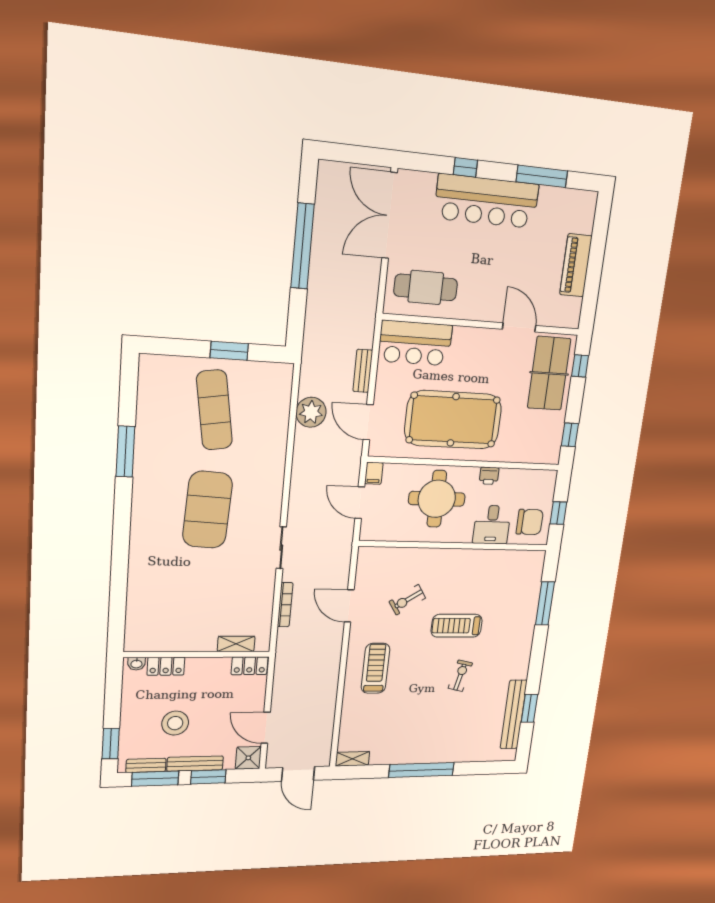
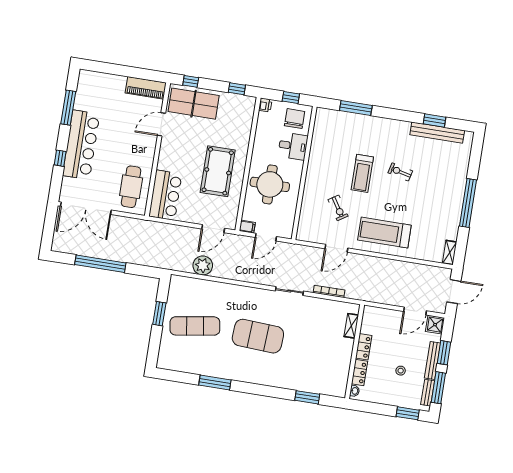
piano: (576, 265) -> (146, 88), moved
bench: (363, 371) -> (180, 230), removed
pool table: (453, 420) -> (218, 171), width x0.73, depth x0.76
printer: (489, 476) -> (265, 105), moved
window: (118, 596) -> (307, 397), added
locker: (250, 666) -> (364, 347), moved
treadmill: (375, 668) -> (384, 233), width x1.37, depth x1.38
stool: (175, 723) -> (401, 371), width x0.53, depth x0.53

